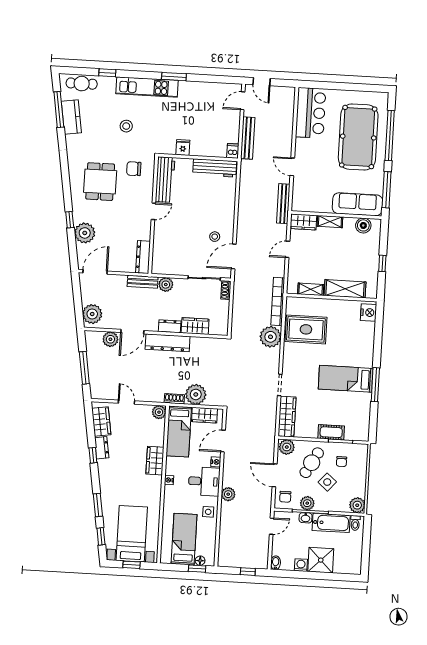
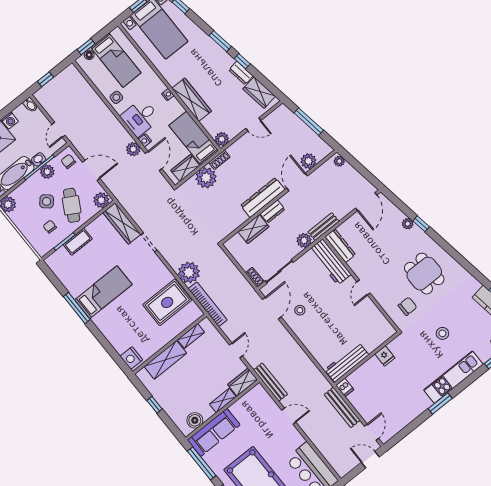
workbench: (165, 180) -> (330, 262), moved
plant: (85, 233) -> (408, 224), width x0.53, depth x0.53
plant: (92, 314) -> (339, 161), width x0.53, depth x0.53
wardrobe: (155, 461) -> (192, 100), width x1.50
plant: (228, 494) -> (133, 149), moved
window: (98, 505) -> (220, 41), moved

